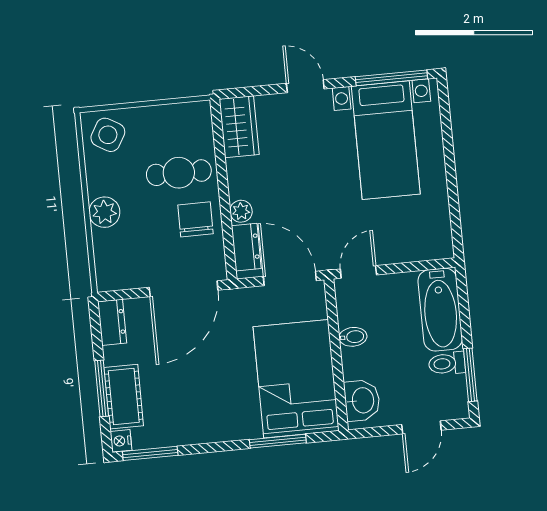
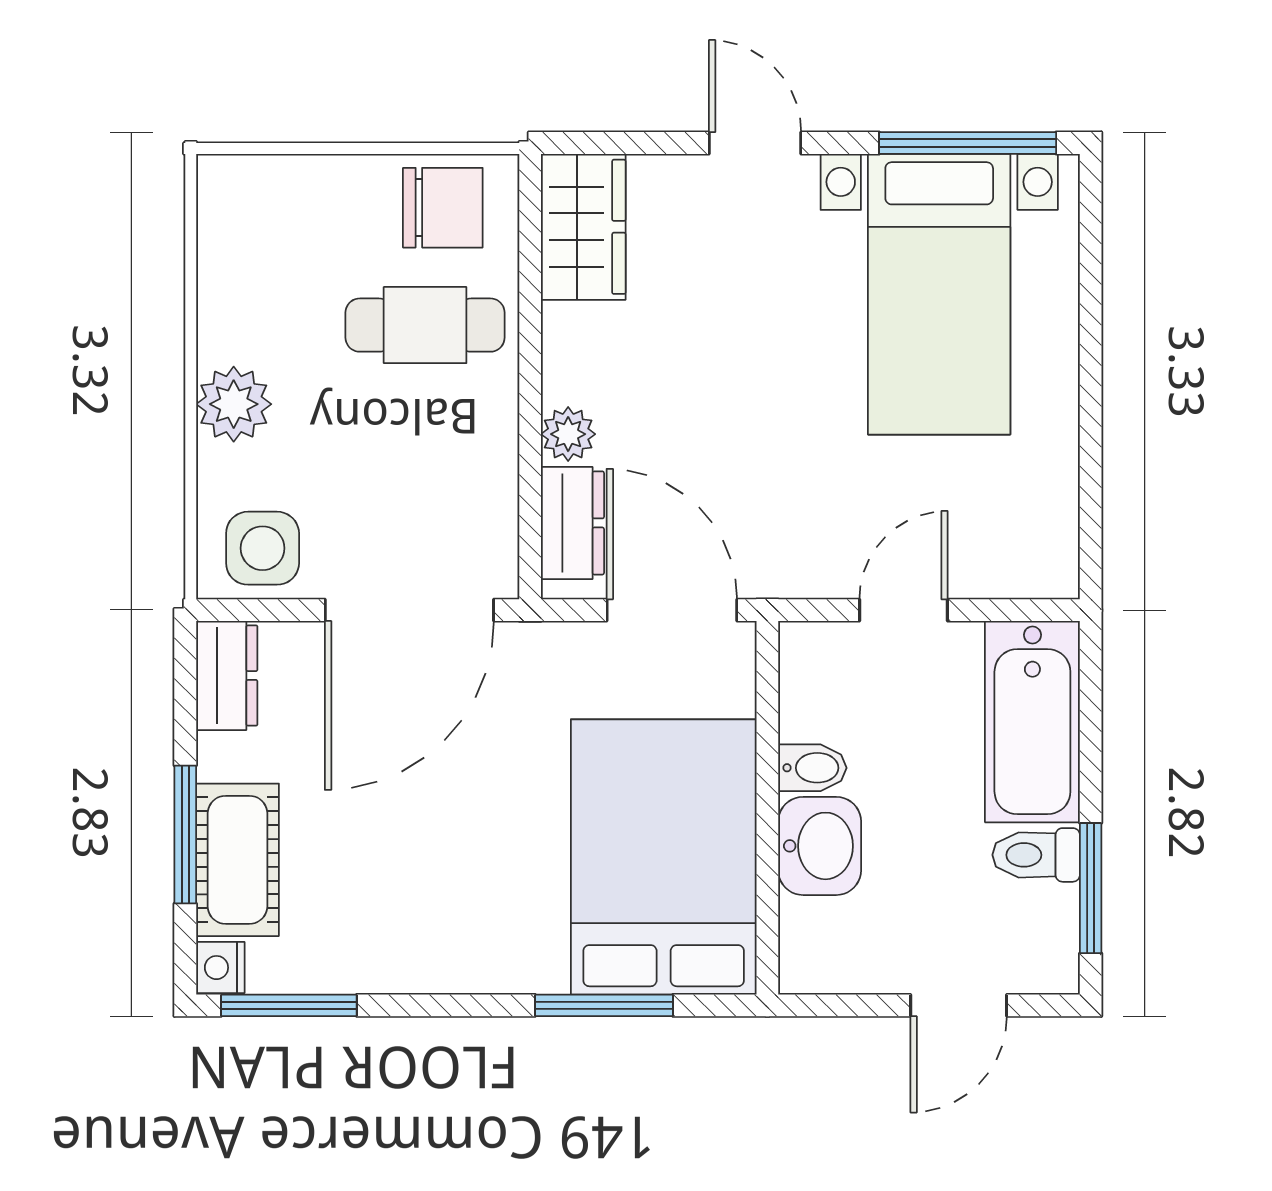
side table: (108, 135) -> (263, 548), moved, turned -30
chair: (195, 219) -> (443, 208), moved, turned 90
door: (358, 272) -> (904, 610), moved
washbasin: (362, 400) -> (820, 846), moved

